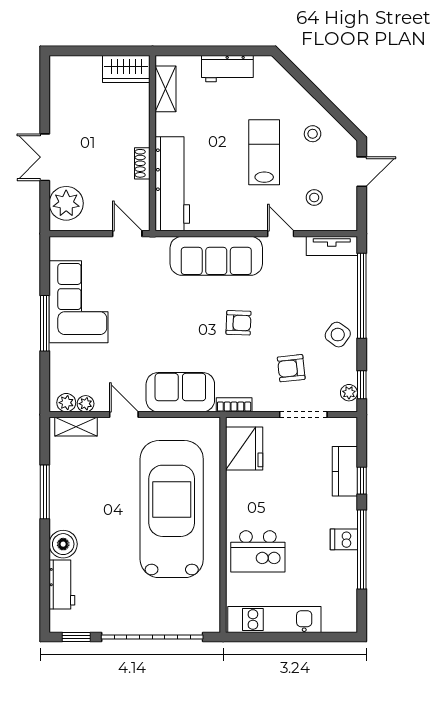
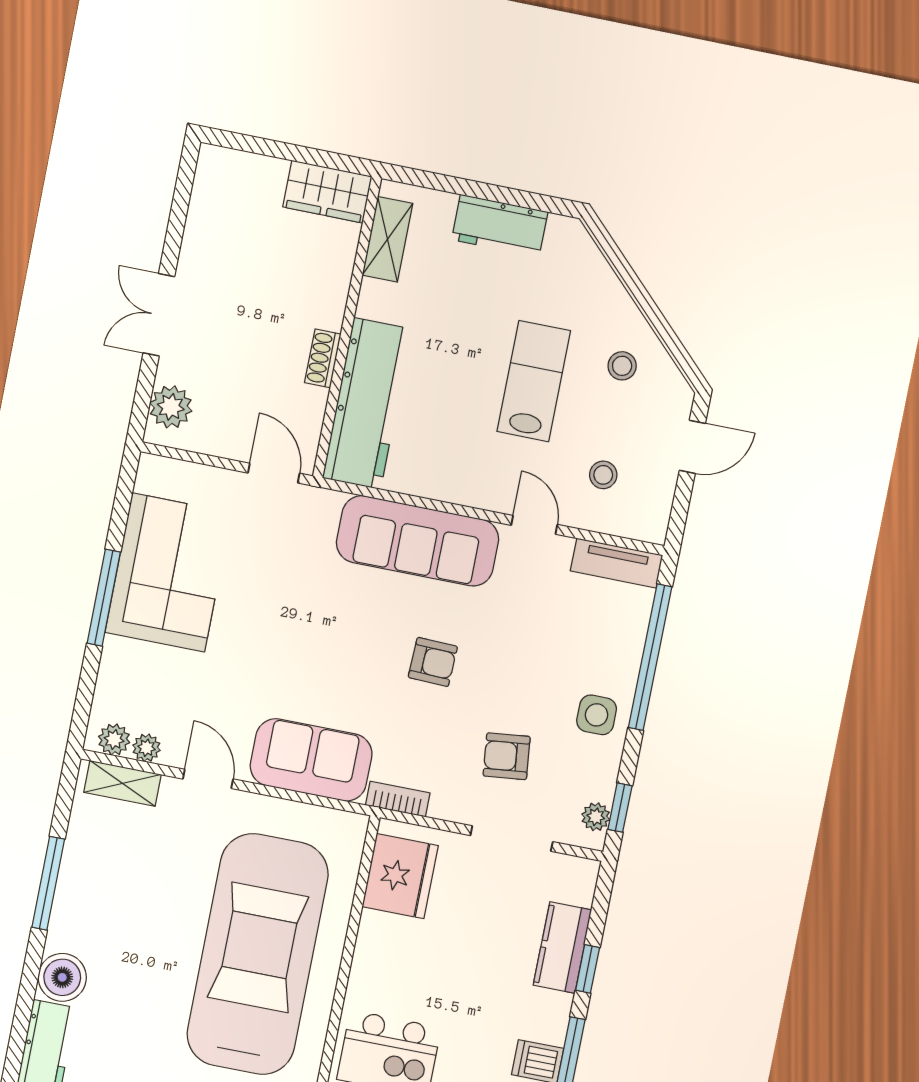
plant: (66, 203) -> (171, 407), width x0.73, depth x0.73
side table: (338, 335) -> (597, 715), turned -36

